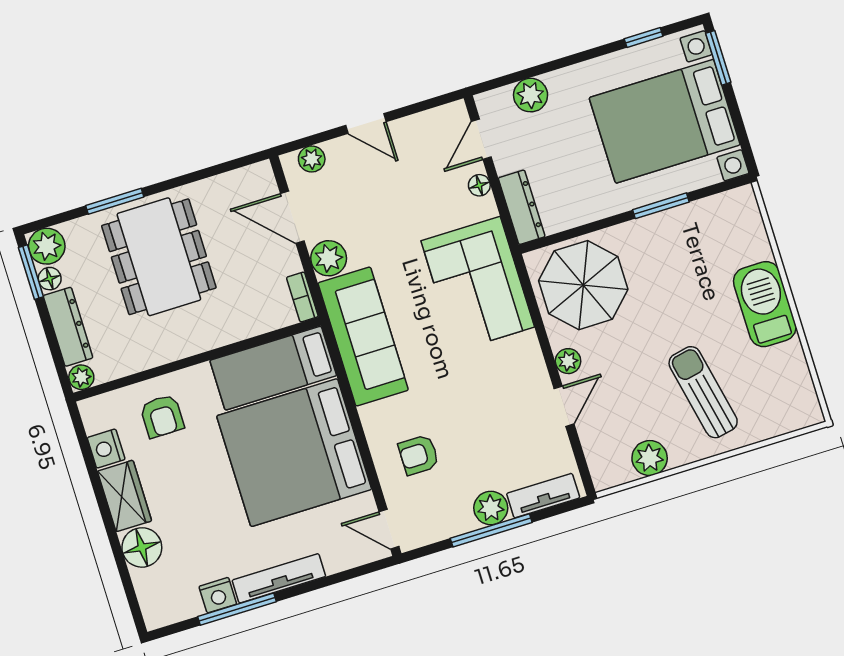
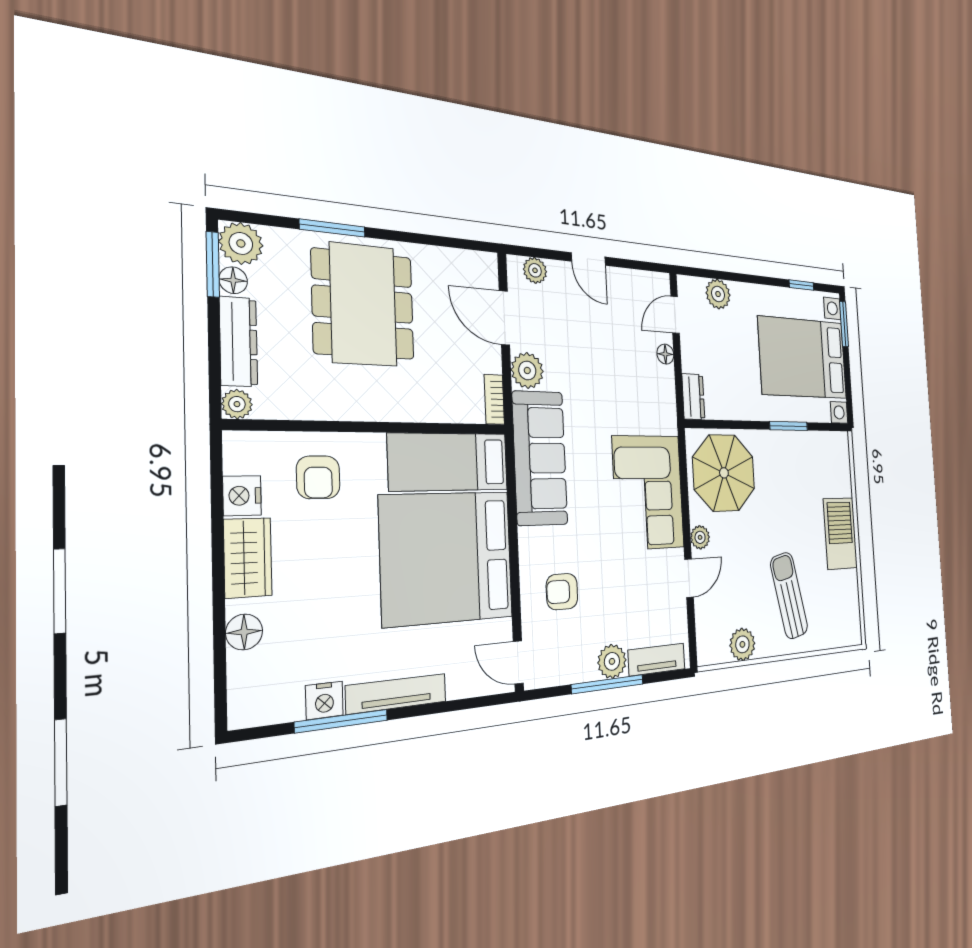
dresser: (522, 207) -> (693, 397), width x0.70
corner sofa: (478, 284) -> (648, 492), moved
floor lamp: (142, 547) -> (244, 632), width x0.73, depth x0.73

